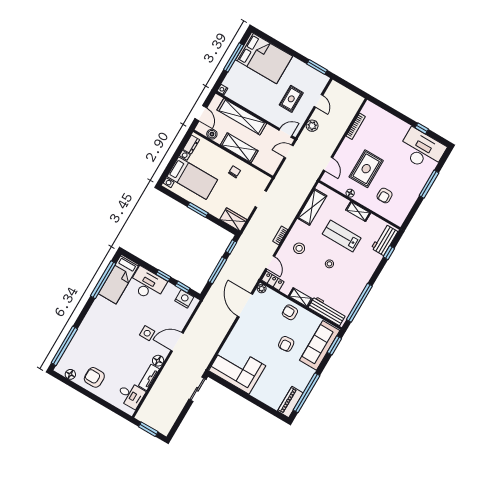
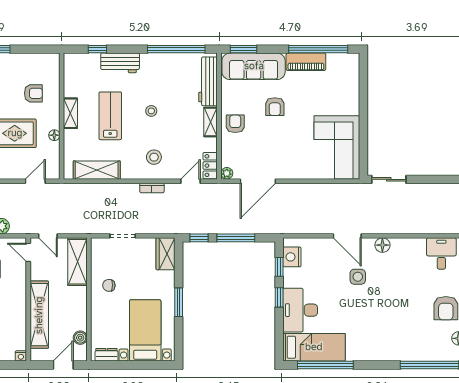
shelving: (239, 148) -> (77, 262), moved
lab bench: (342, 236) -> (110, 116), turned 180
workbench: (384, 240) -> (120, 63), moved
armchair: (290, 312) -> (235, 124), turned 180
armchair: (286, 344) -> (275, 107), turned 93
tv unit: (149, 377) -> (408, 244), removed
piano: (290, 402) -> (306, 62), moved

